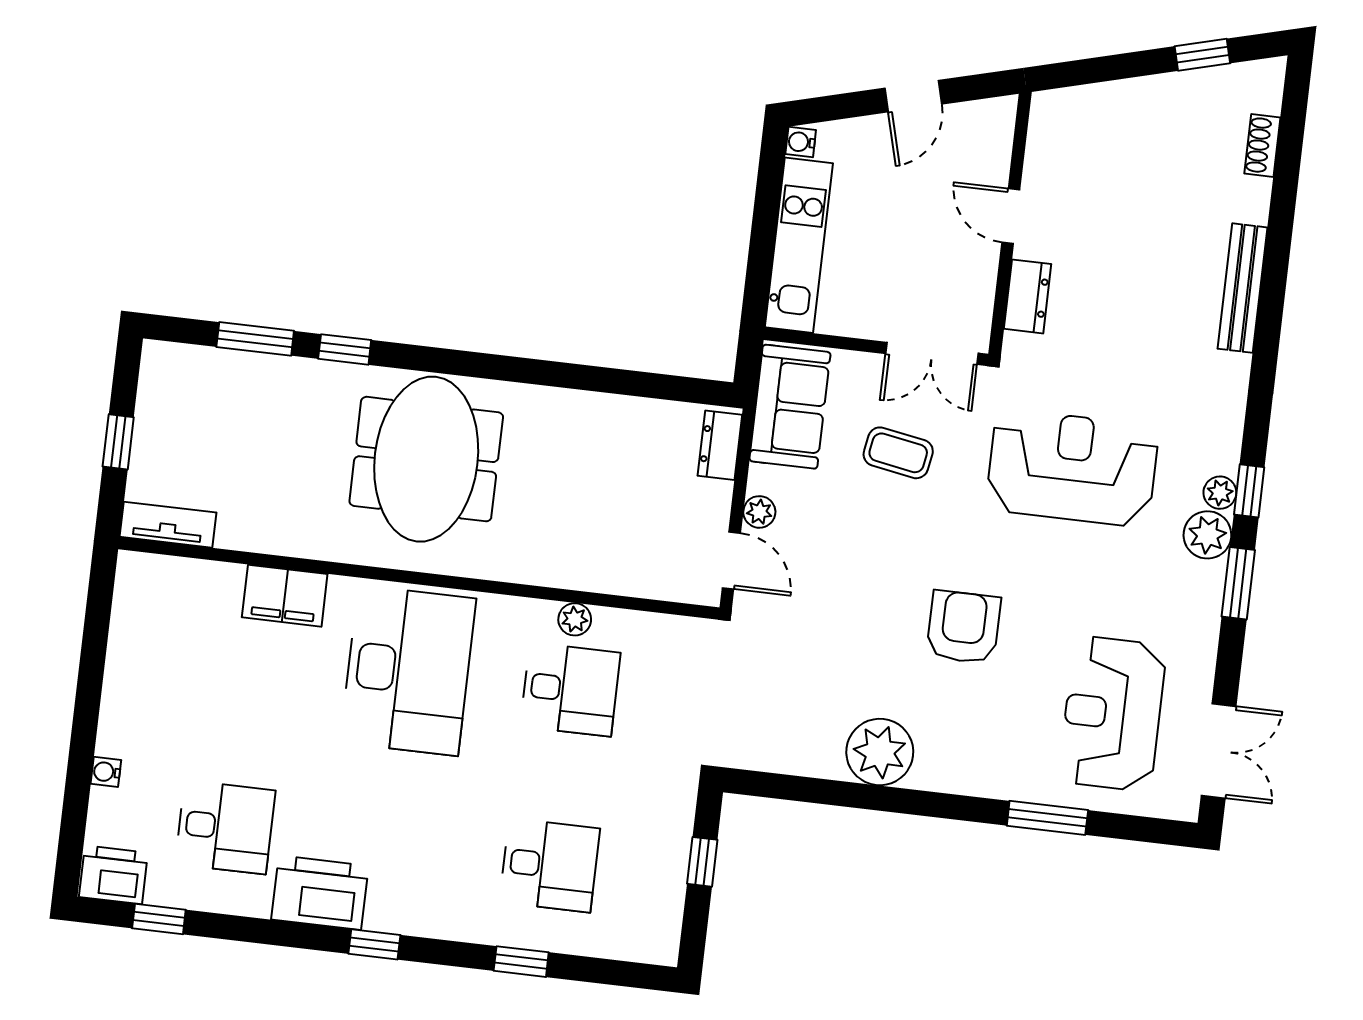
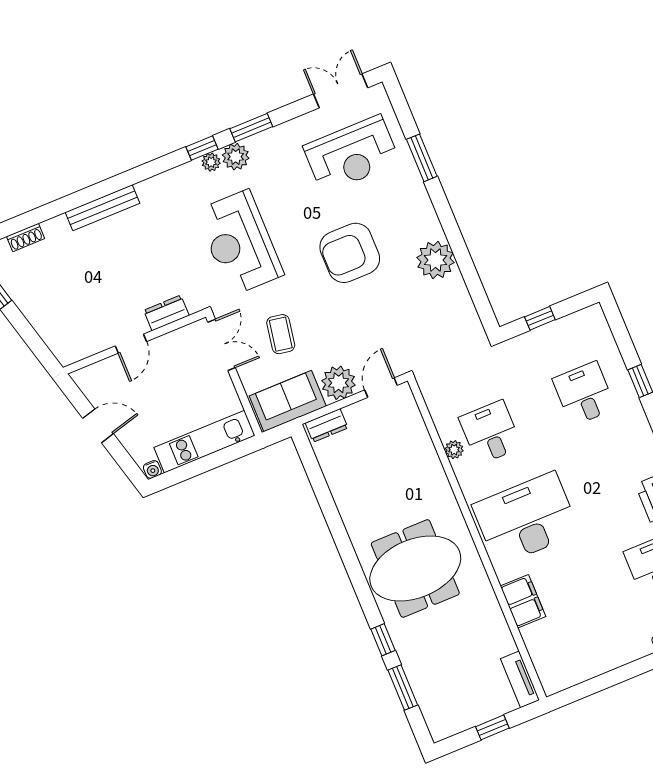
plant: (759, 512) -> (339, 383), width x1.87, depth x1.87
armchair: (964, 627) -> (350, 253), width x1.36, depth x1.36

